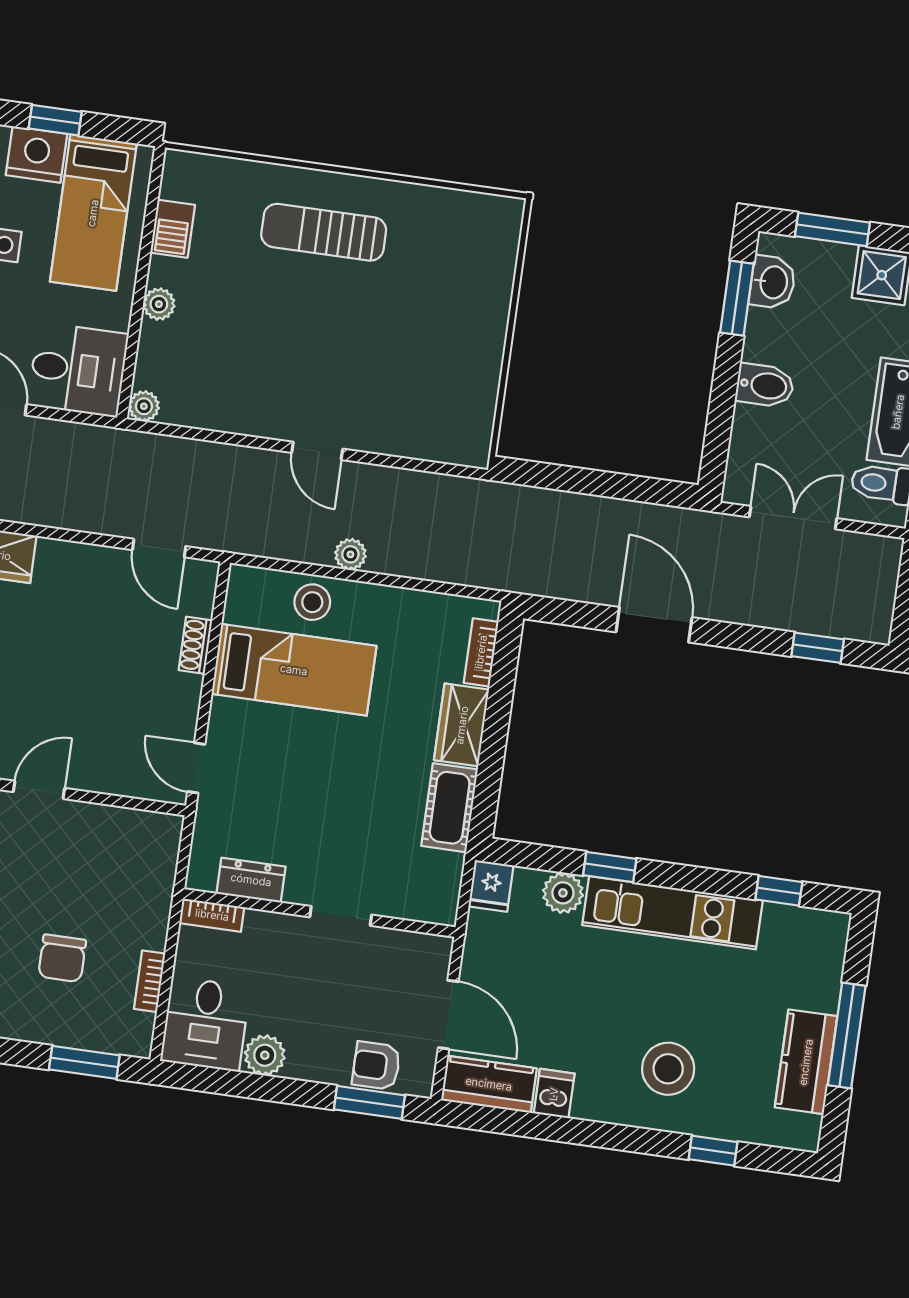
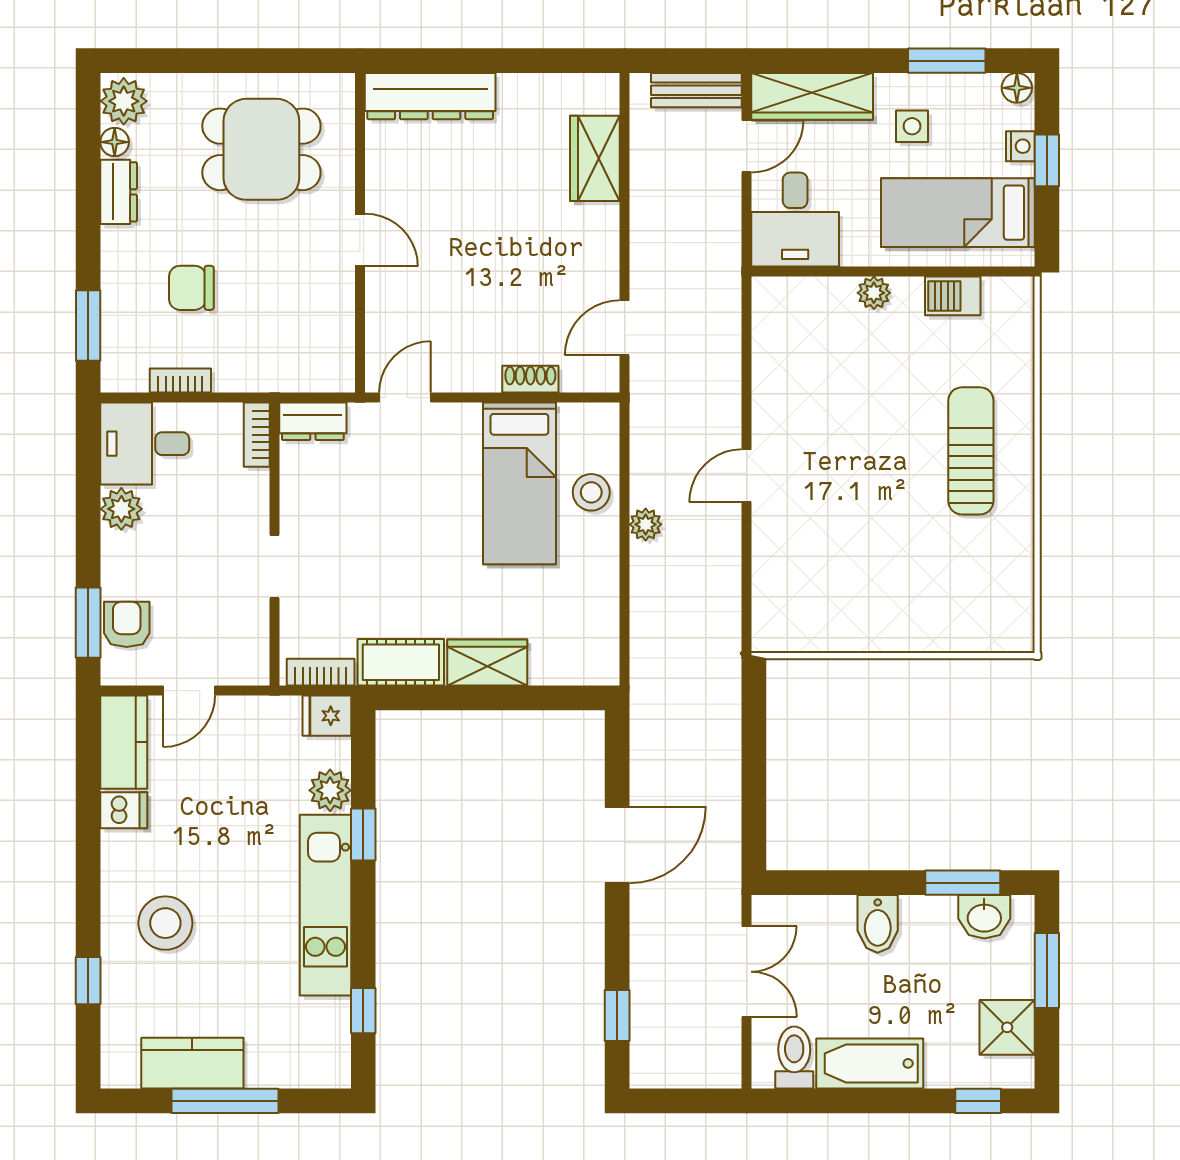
nightstand: (37, 154) -> (1020, 146), width x0.53, depth x0.56
plant: (144, 406) -> (767, 292), removed
bookcase: (481, 652) -> (321, 672), moved
dresser: (251, 880) -> (313, 421), moved, turned 90
door: (448, 1015) -> (189, 691), width x0.73

